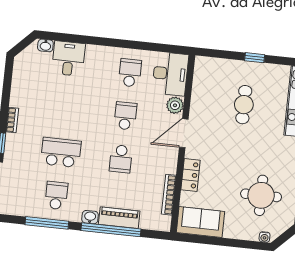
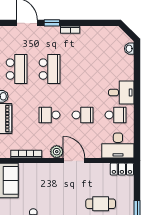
desk: (68, 58) -> (121, 93), moved
plant: (175, 105) -> (57, 152), moved
locker: (191, 175) -> (122, 169), moved
school desk: (56, 195) -> (17, 69), width x1.85

